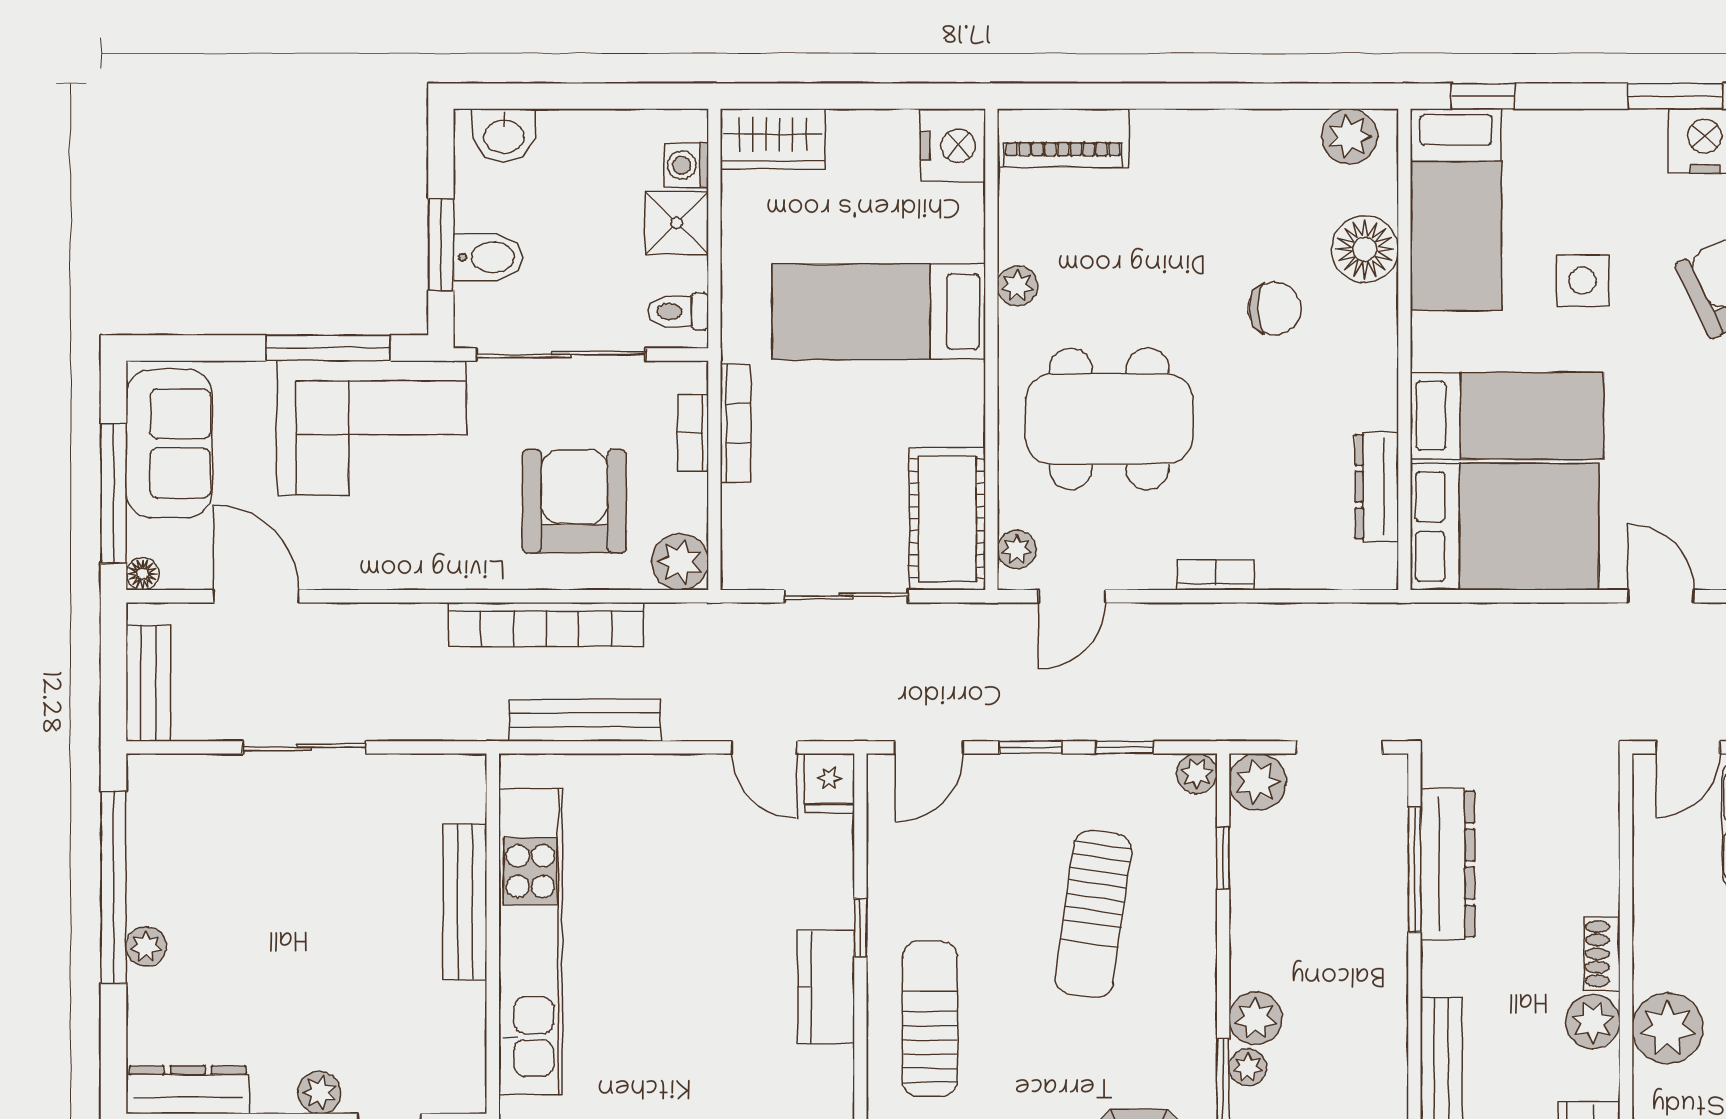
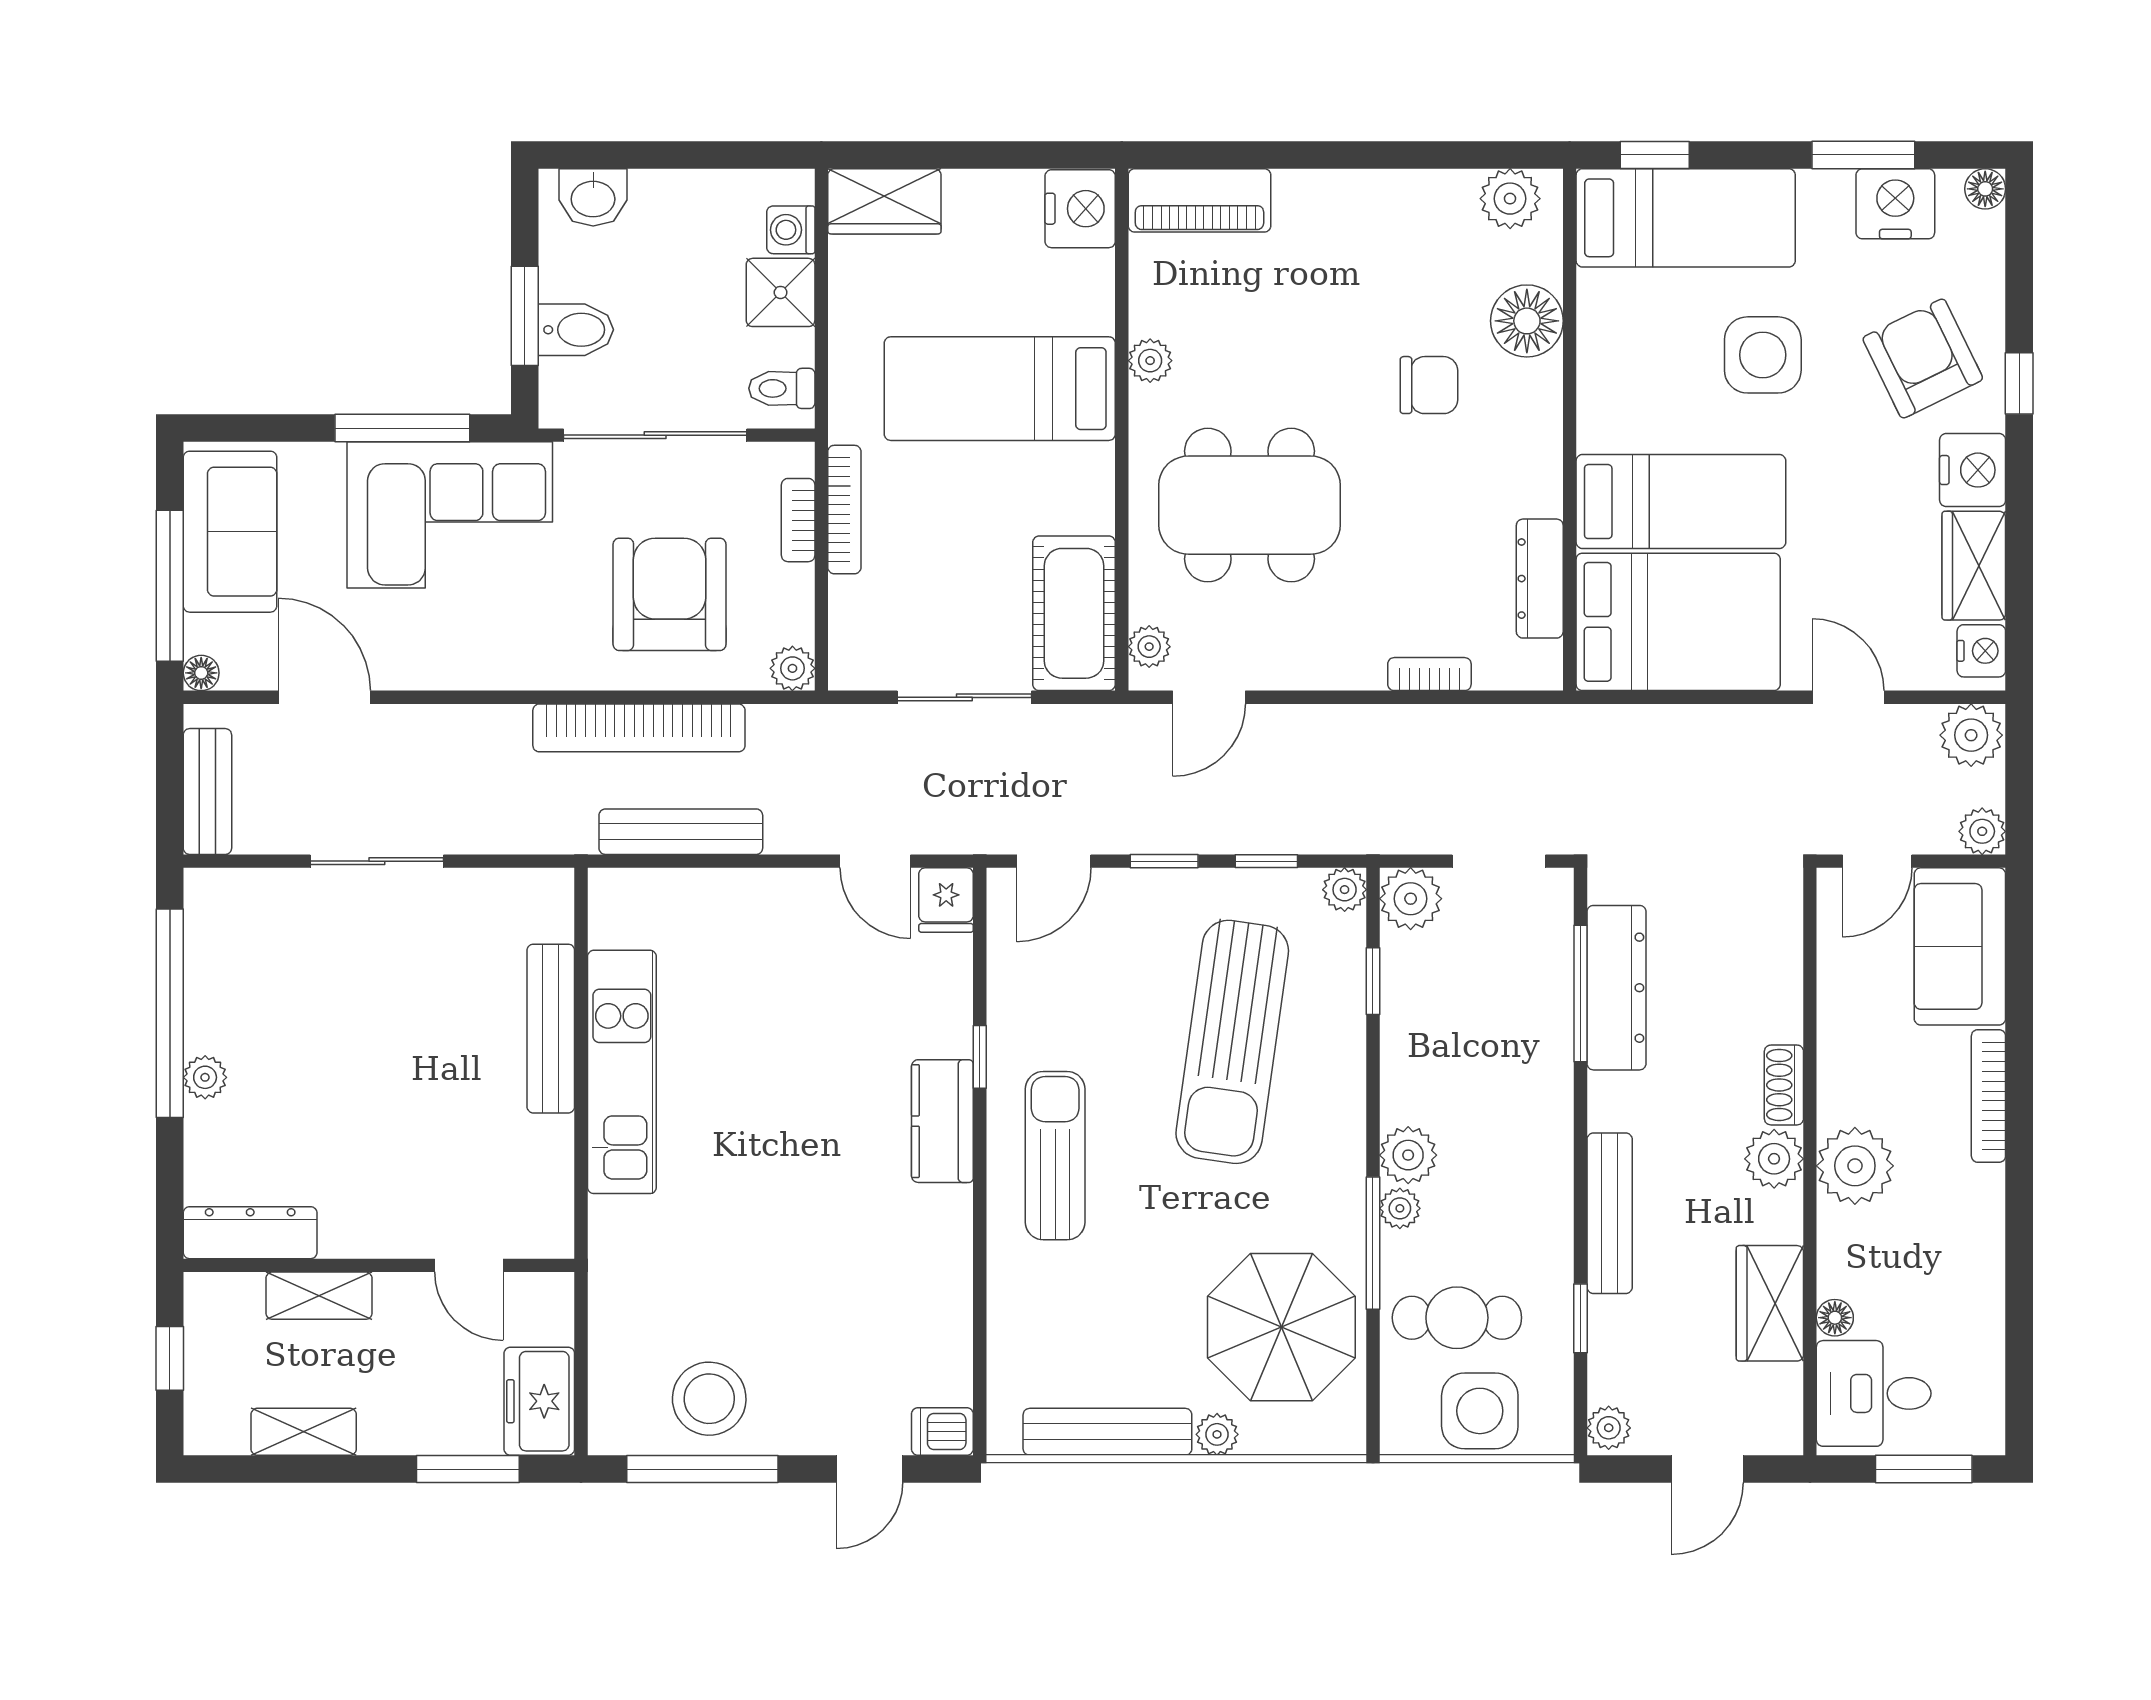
bed: (1456, 210) -> (1686, 218), moved, turned -90
side table: (1582, 281) -> (1763, 355), width x1.37, depth x1.37
plant: (680, 562) -> (792, 668), width x0.73, depth x0.73
bookcase: (1216, 575) -> (1429, 674), moved
sun lounger: (1093, 914) -> (1232, 1042), width x1.36, depth x1.34
kitchen unit: (530, 942) -> (622, 1072), width x0.73
plant: (320, 1093) -> (393, 1236), removed

